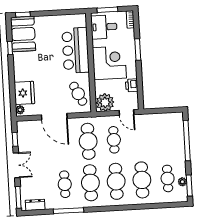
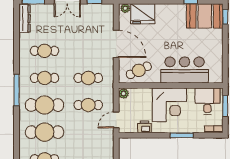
plant: (105, 102) -> (124, 94), width x0.53, depth x0.53
door: (54, 117) -> (116, 44), swing flipped
cafe table: (88, 141) -> (88, 78), width x0.73, depth x0.74
cafe table: (90, 183) -> (45, 78), width x0.73, depth x0.74
dresser: (35, 205) -> (25, 19), width x1.44
window: (69, 211) -> (17, 90), moved

